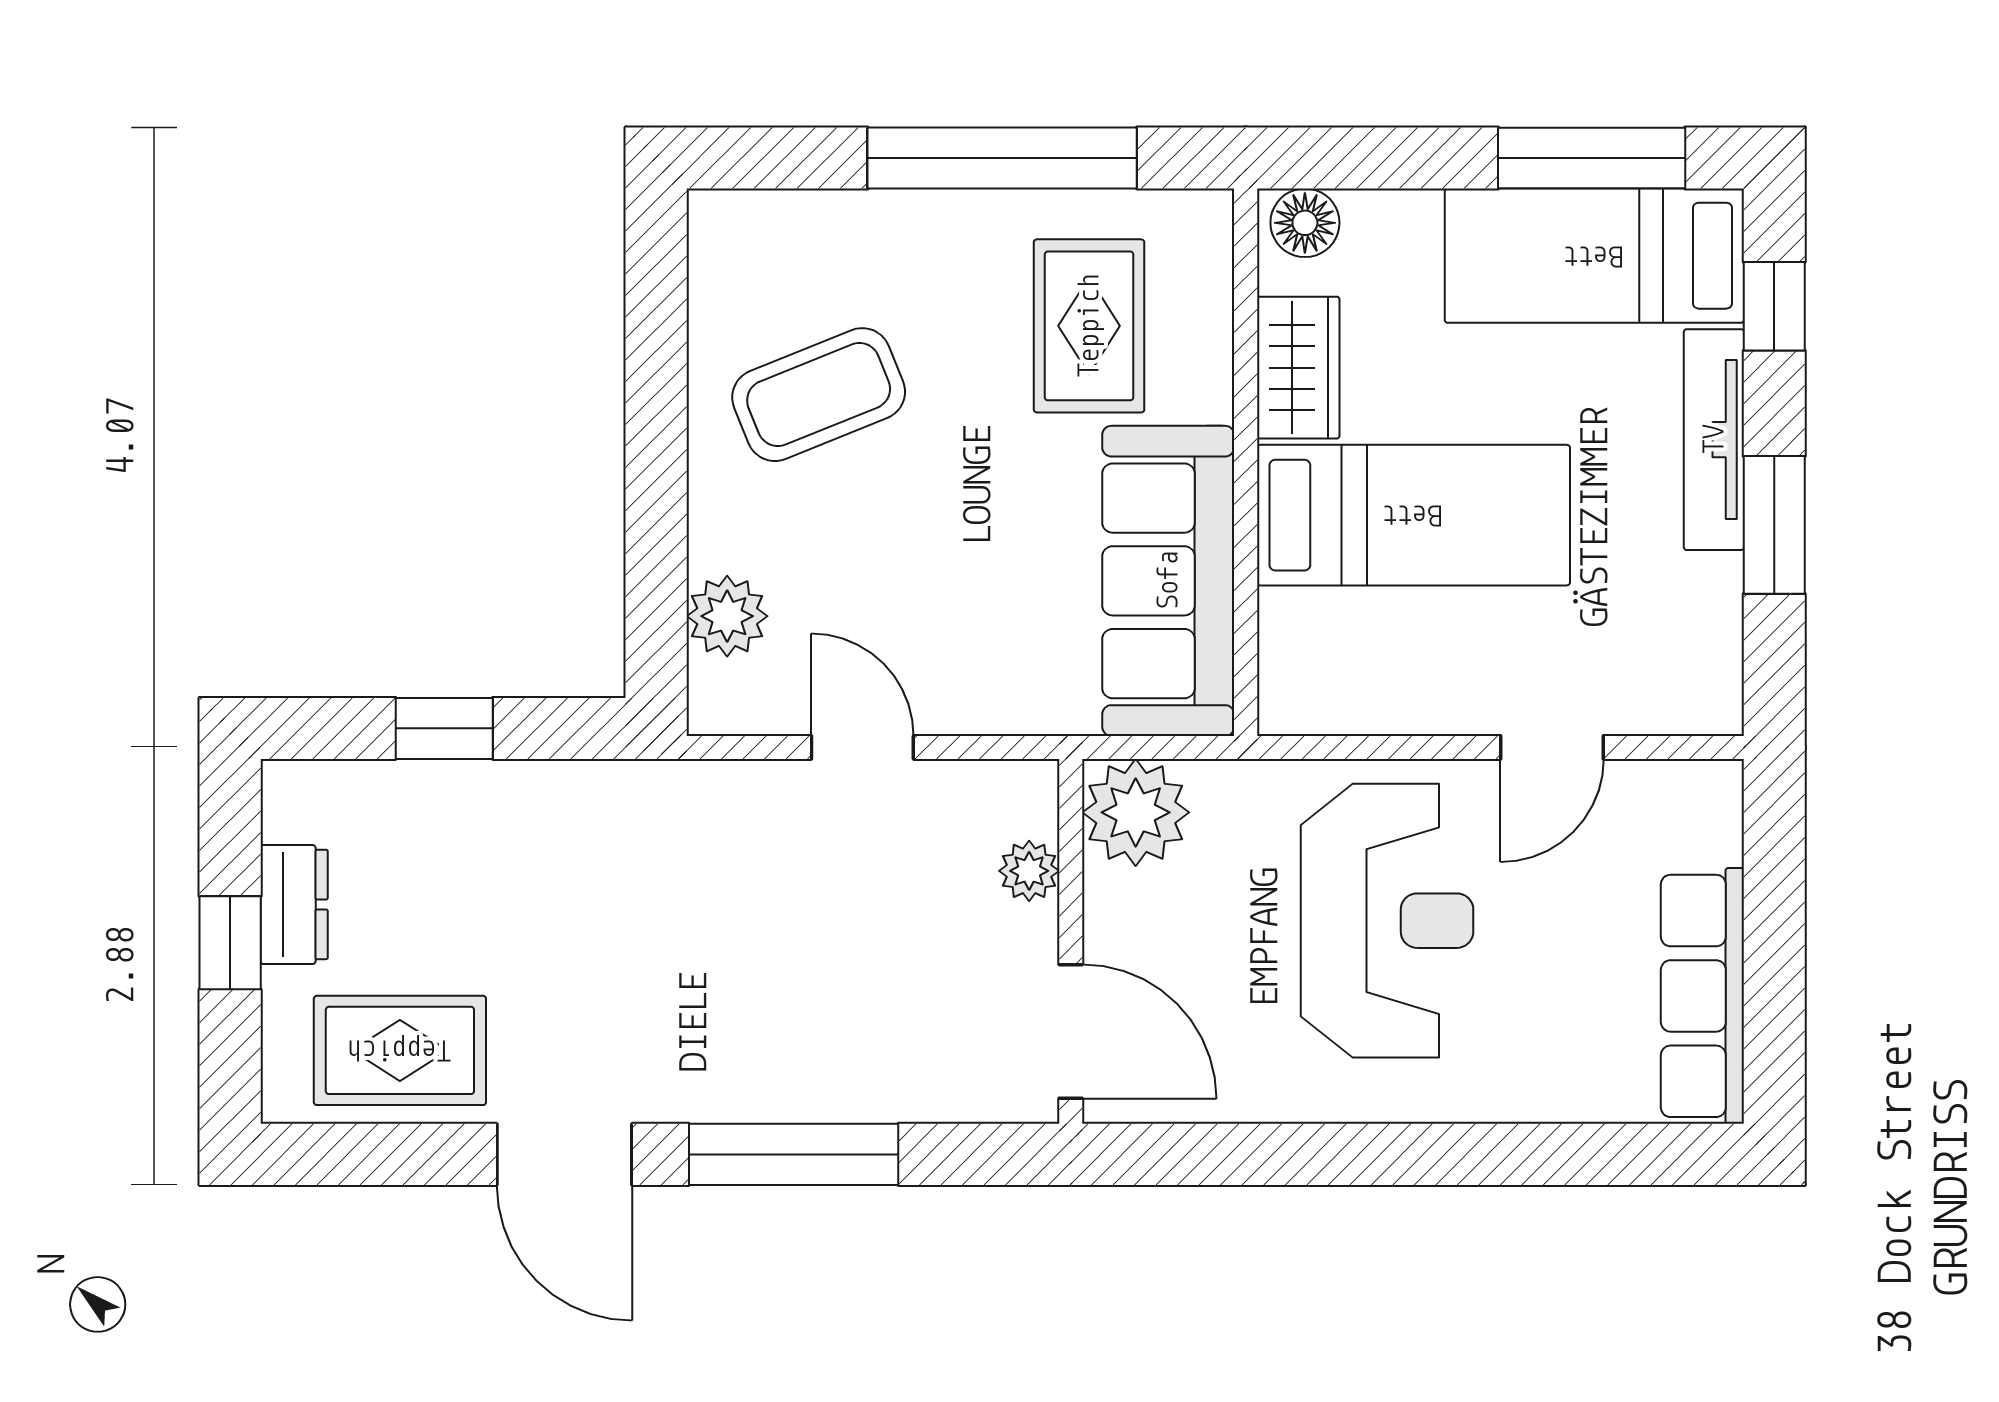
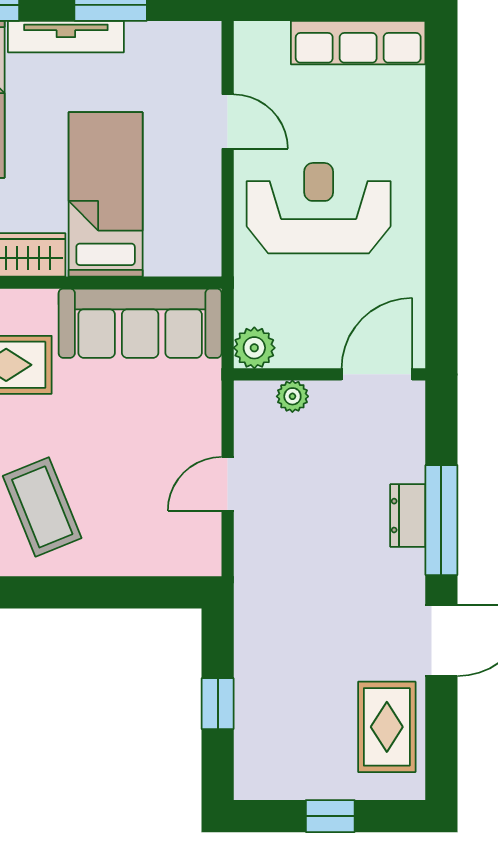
plant: (727, 616) -> (159, 555), removed
plant: (1136, 812) -> (254, 348), width x0.73, depth x0.73
dresser: (294, 904) -> (408, 516), moved, turned -90

